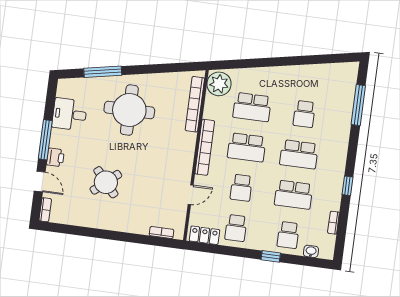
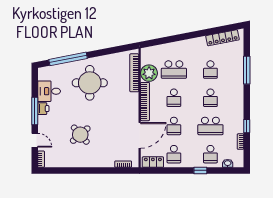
locker: (328, 71) -> (222, 38), added
window: (103, 72) -> (68, 59), width x1.46
plant: (219, 84) -> (149, 73), moved
window: (358, 105) -> (247, 70), moved
school desk: (247, 147) -> (174, 98), width x0.54
school desk: (299, 154) -> (210, 98), width x0.54
printer: (55, 157) -> (43, 109), moved
window: (348, 186) -> (247, 126), moved
door: (191, 195) -> (140, 135), width x1.87

